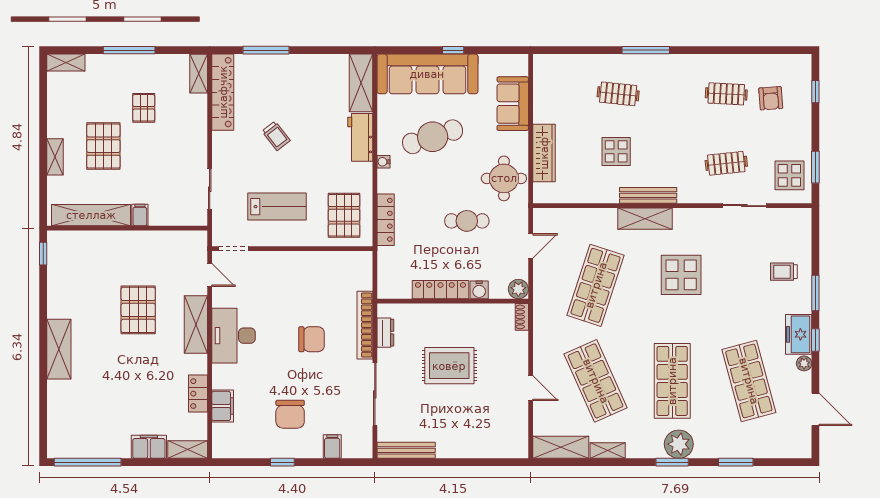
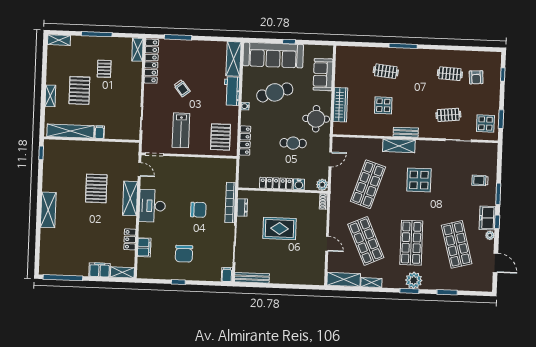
bench: (648, 195) -> (406, 132), width x0.73
lab bench: (277, 207) -> (181, 130), turned 90
filing cabinet: (332, 447) -> (227, 275), moved

